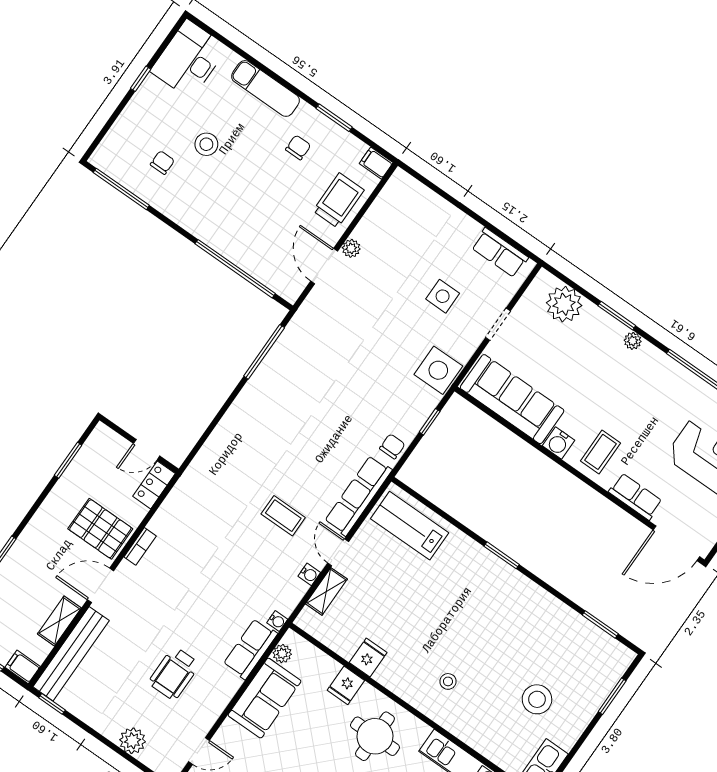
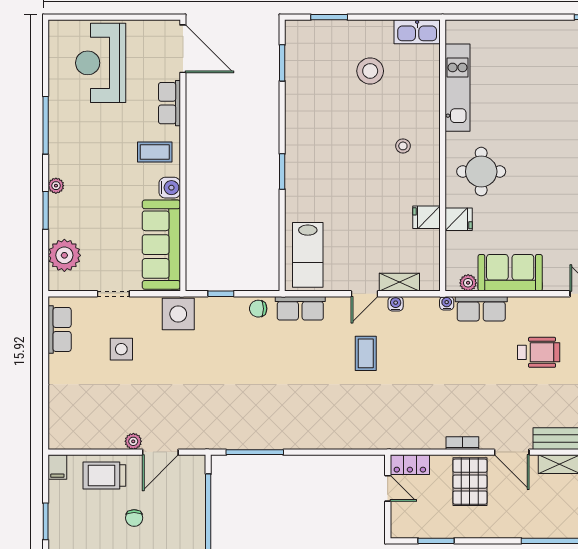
chair: (298, 147) -> (134, 518), moved, turned -90
row of seats: (358, 496) -> (300, 308), width x0.68

